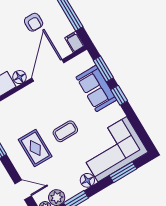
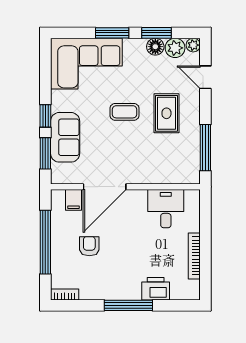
filing cabinet: (75, 42) -> (74, 200), moved
floor lamp: (20, 77) -> (138, 197), removed
window: (123, 172) -> (112, 33), moved
floor lamp: (87, 180) -> (155, 47), moved

